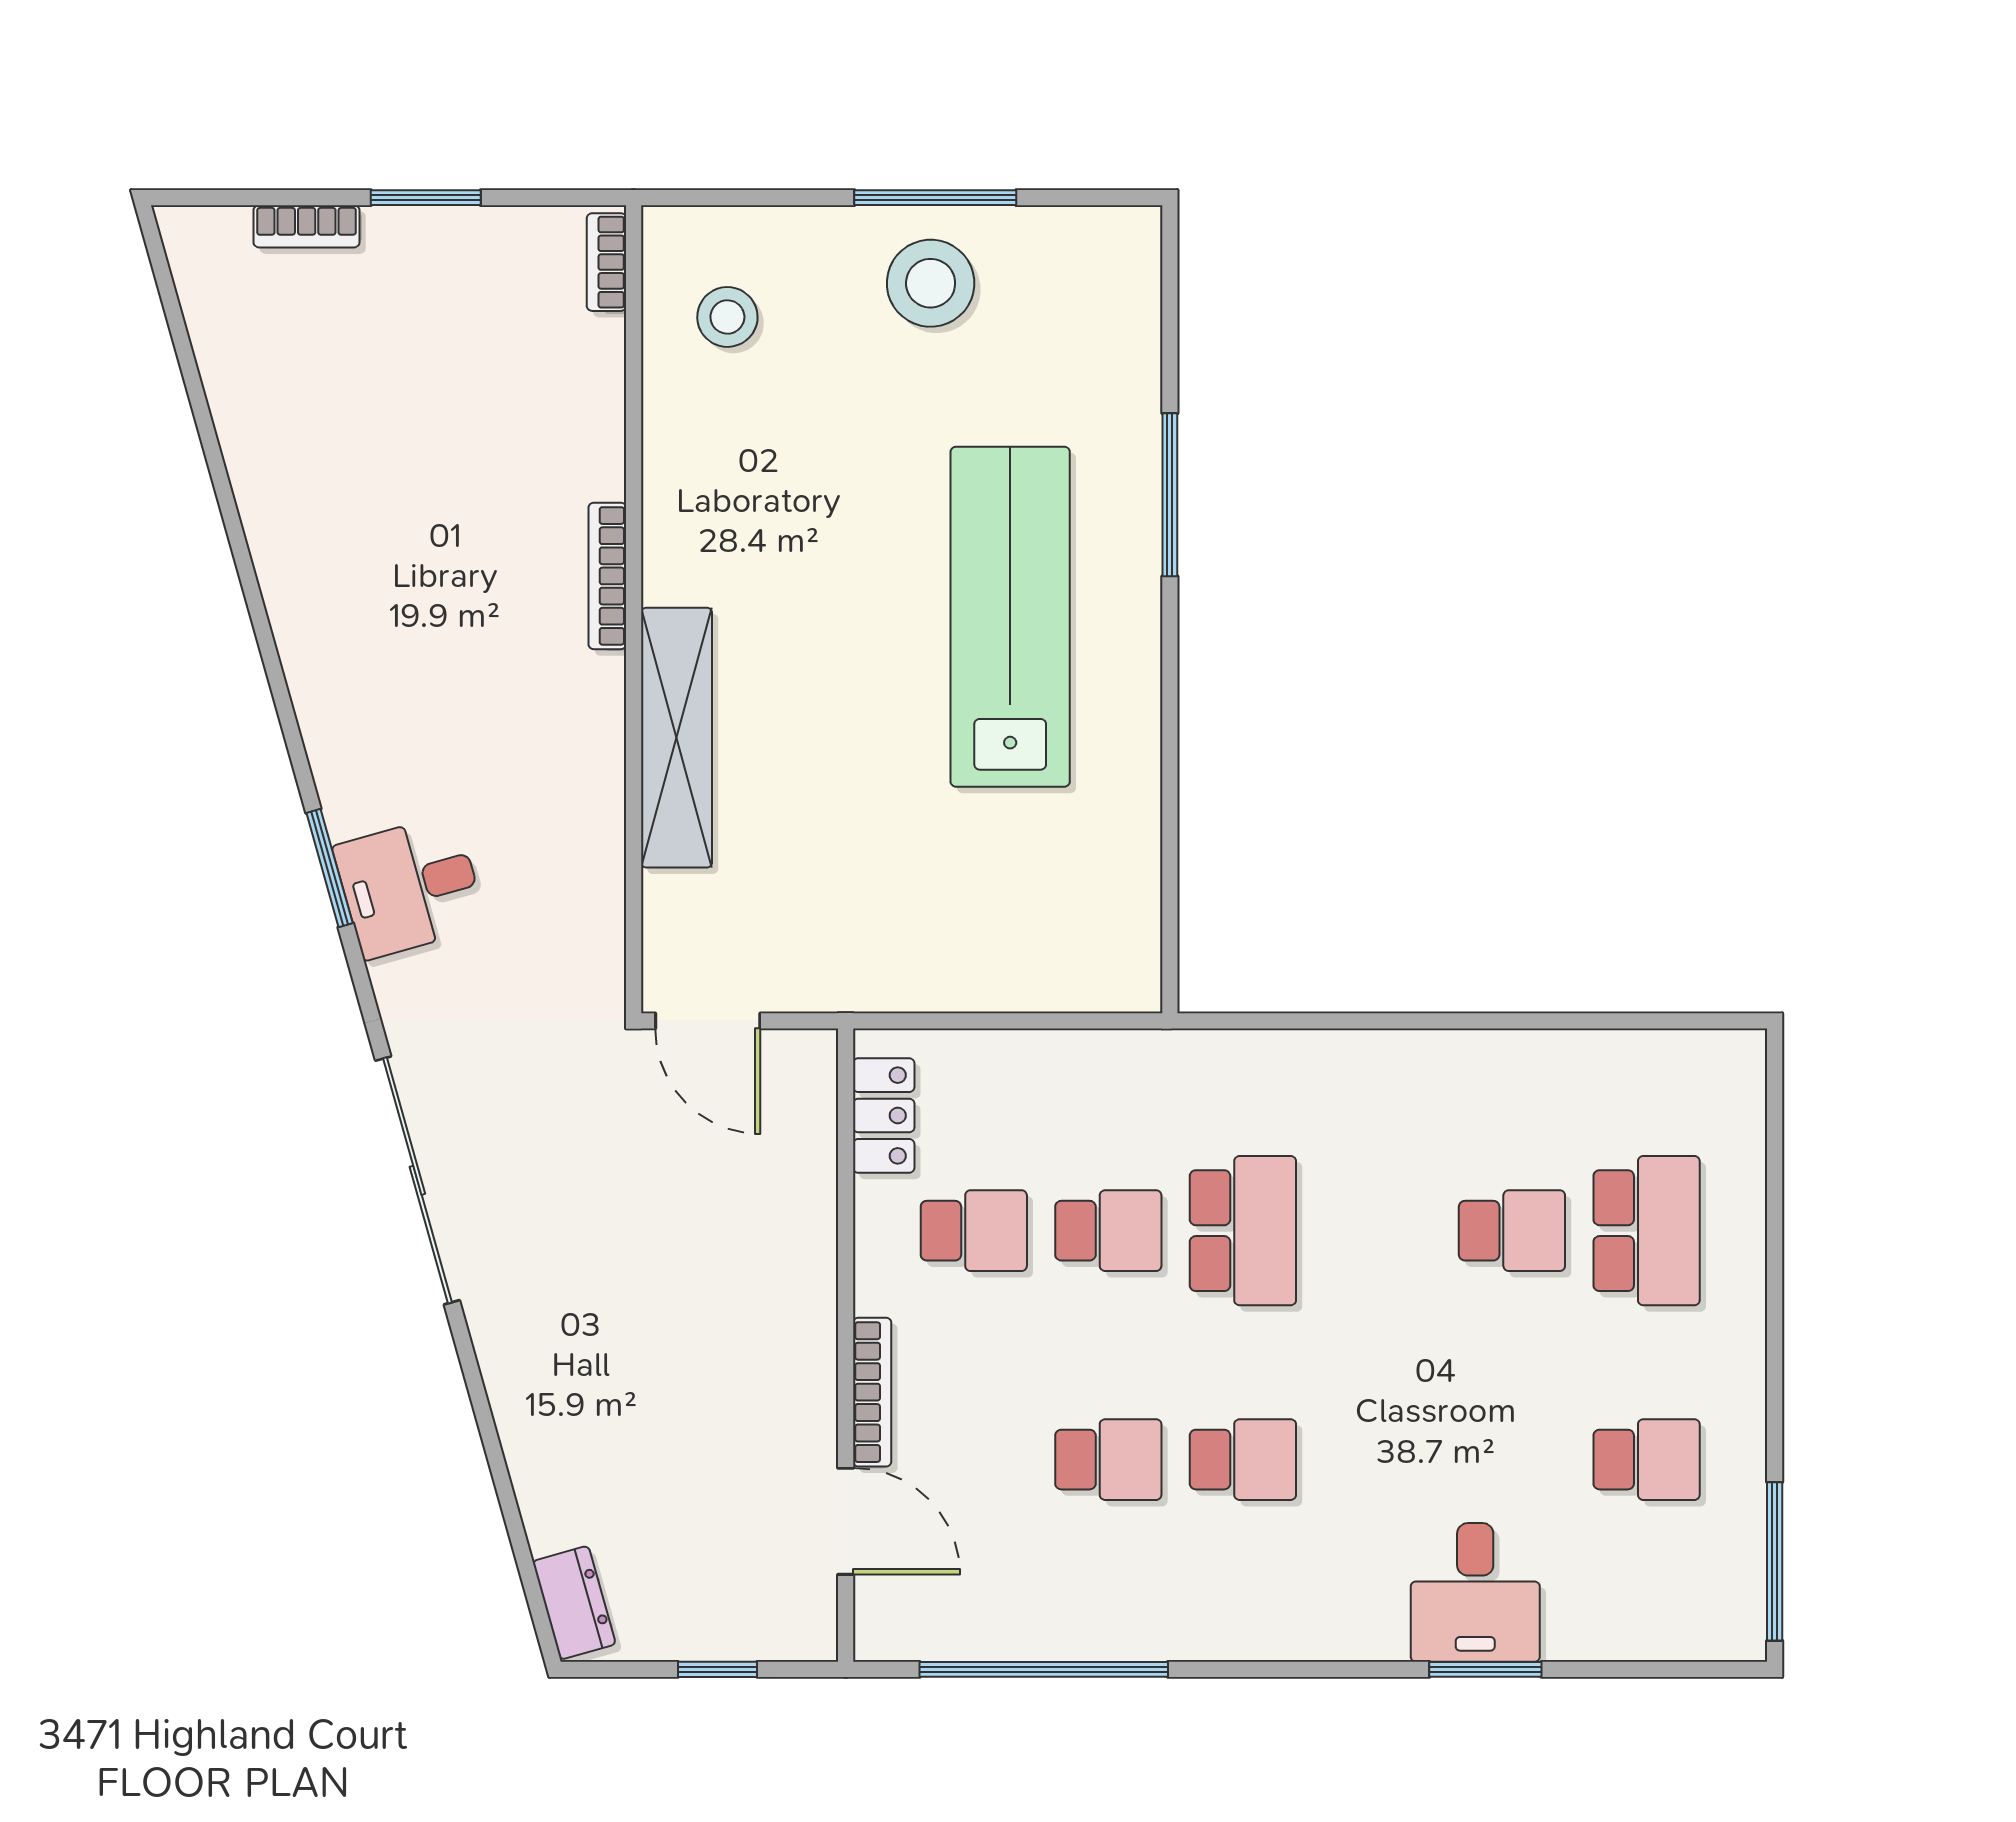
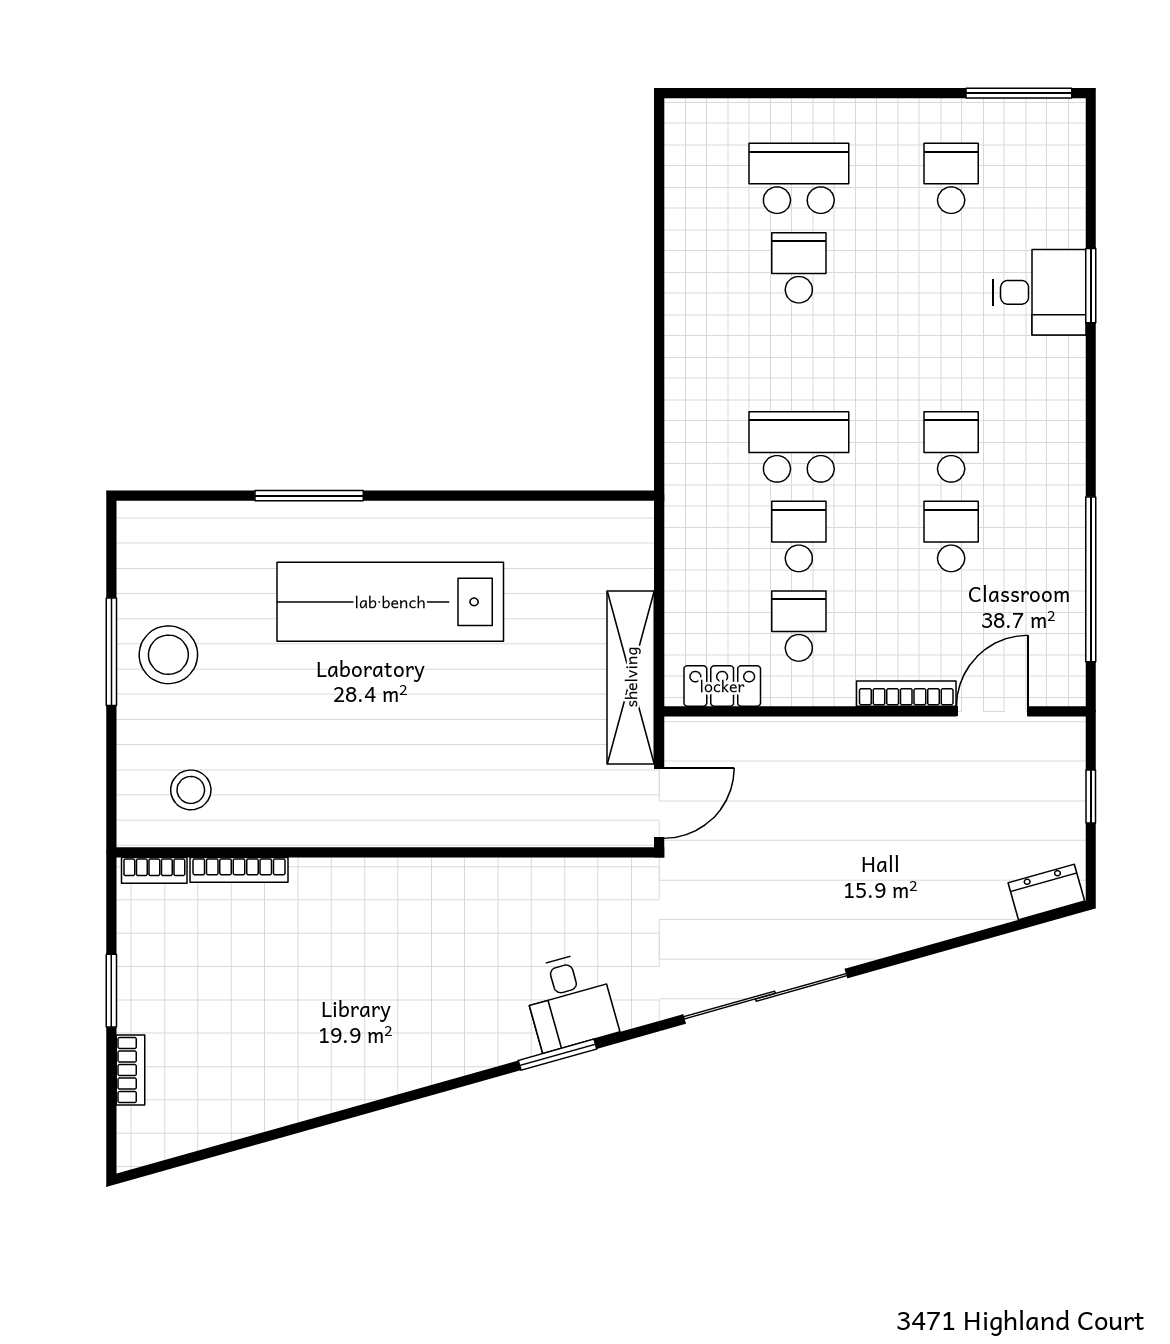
bookcase: (607, 576) -> (239, 870), moved
shelving: (677, 738) -> (631, 677), moved, turned 90

